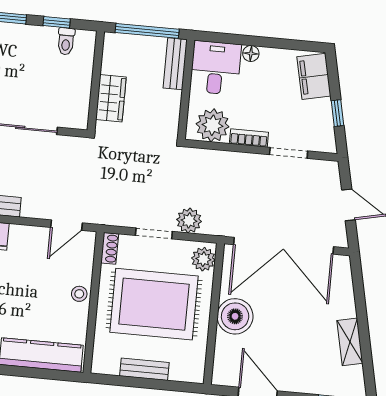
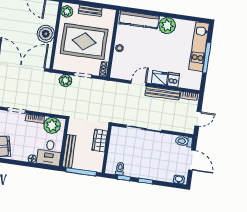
bench: (175, 64) -> (69, 151), width x1.36
door: (66, 225) -> (139, 83), moved
plant: (203, 259) -> (67, 11), moved

